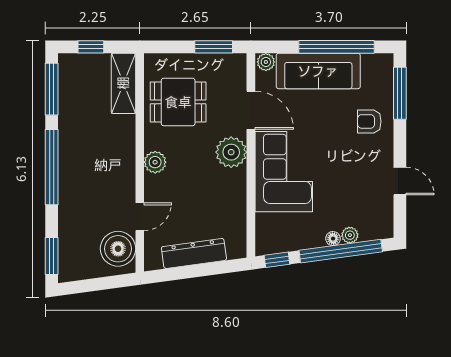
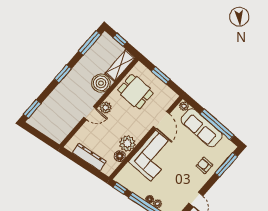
window: (214, 47) -> (161, 75), moved
plant: (231, 152) -> (127, 143), moved
window: (52, 167) -> (63, 74), width x0.47
floor lamp: (236, 214) -> (120, 156), added
door: (140, 217) -> (90, 113), moved
boiler: (118, 249) -> (101, 83), moved

